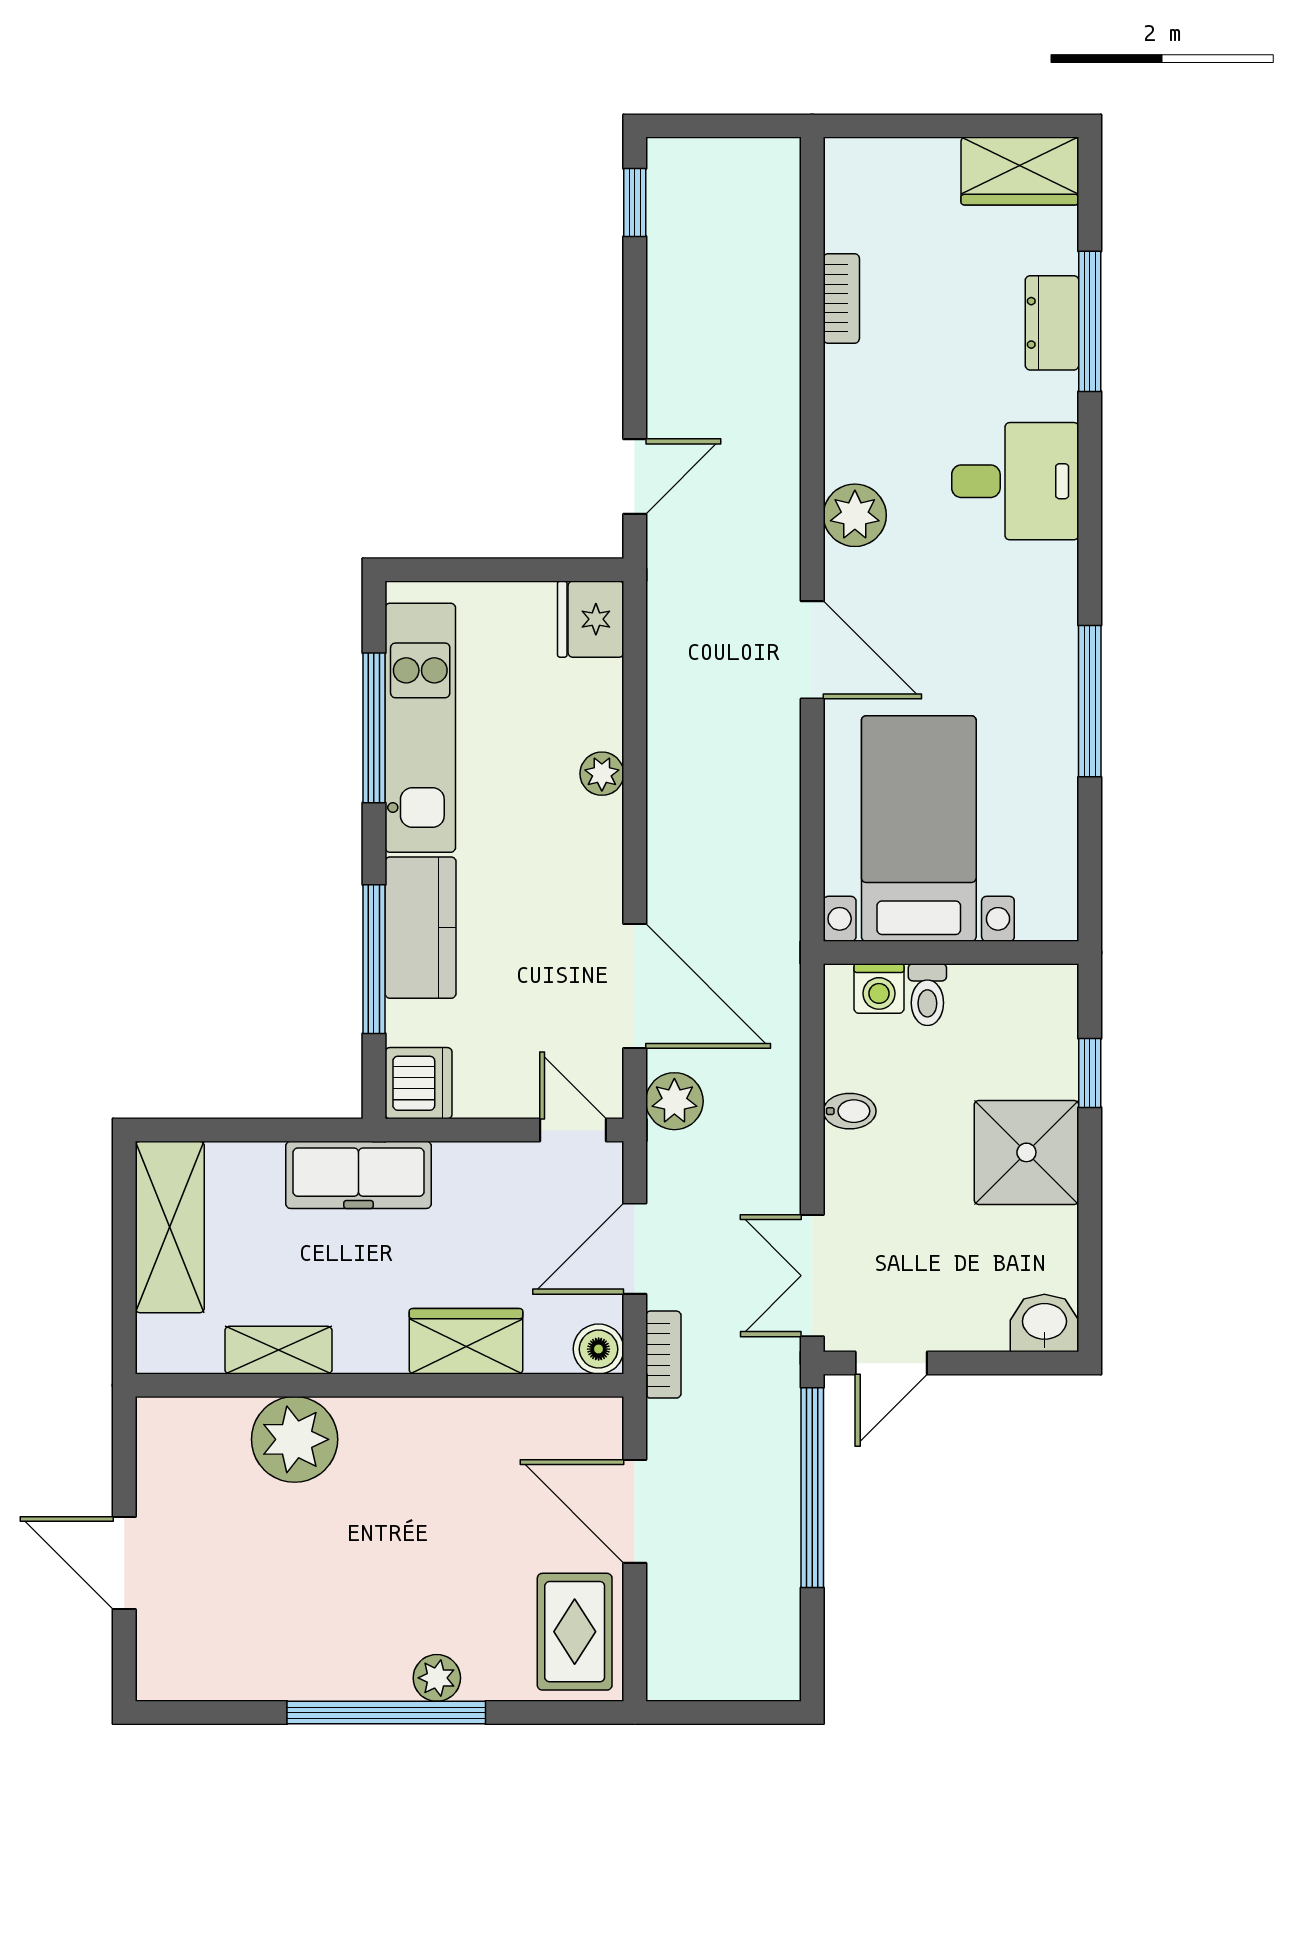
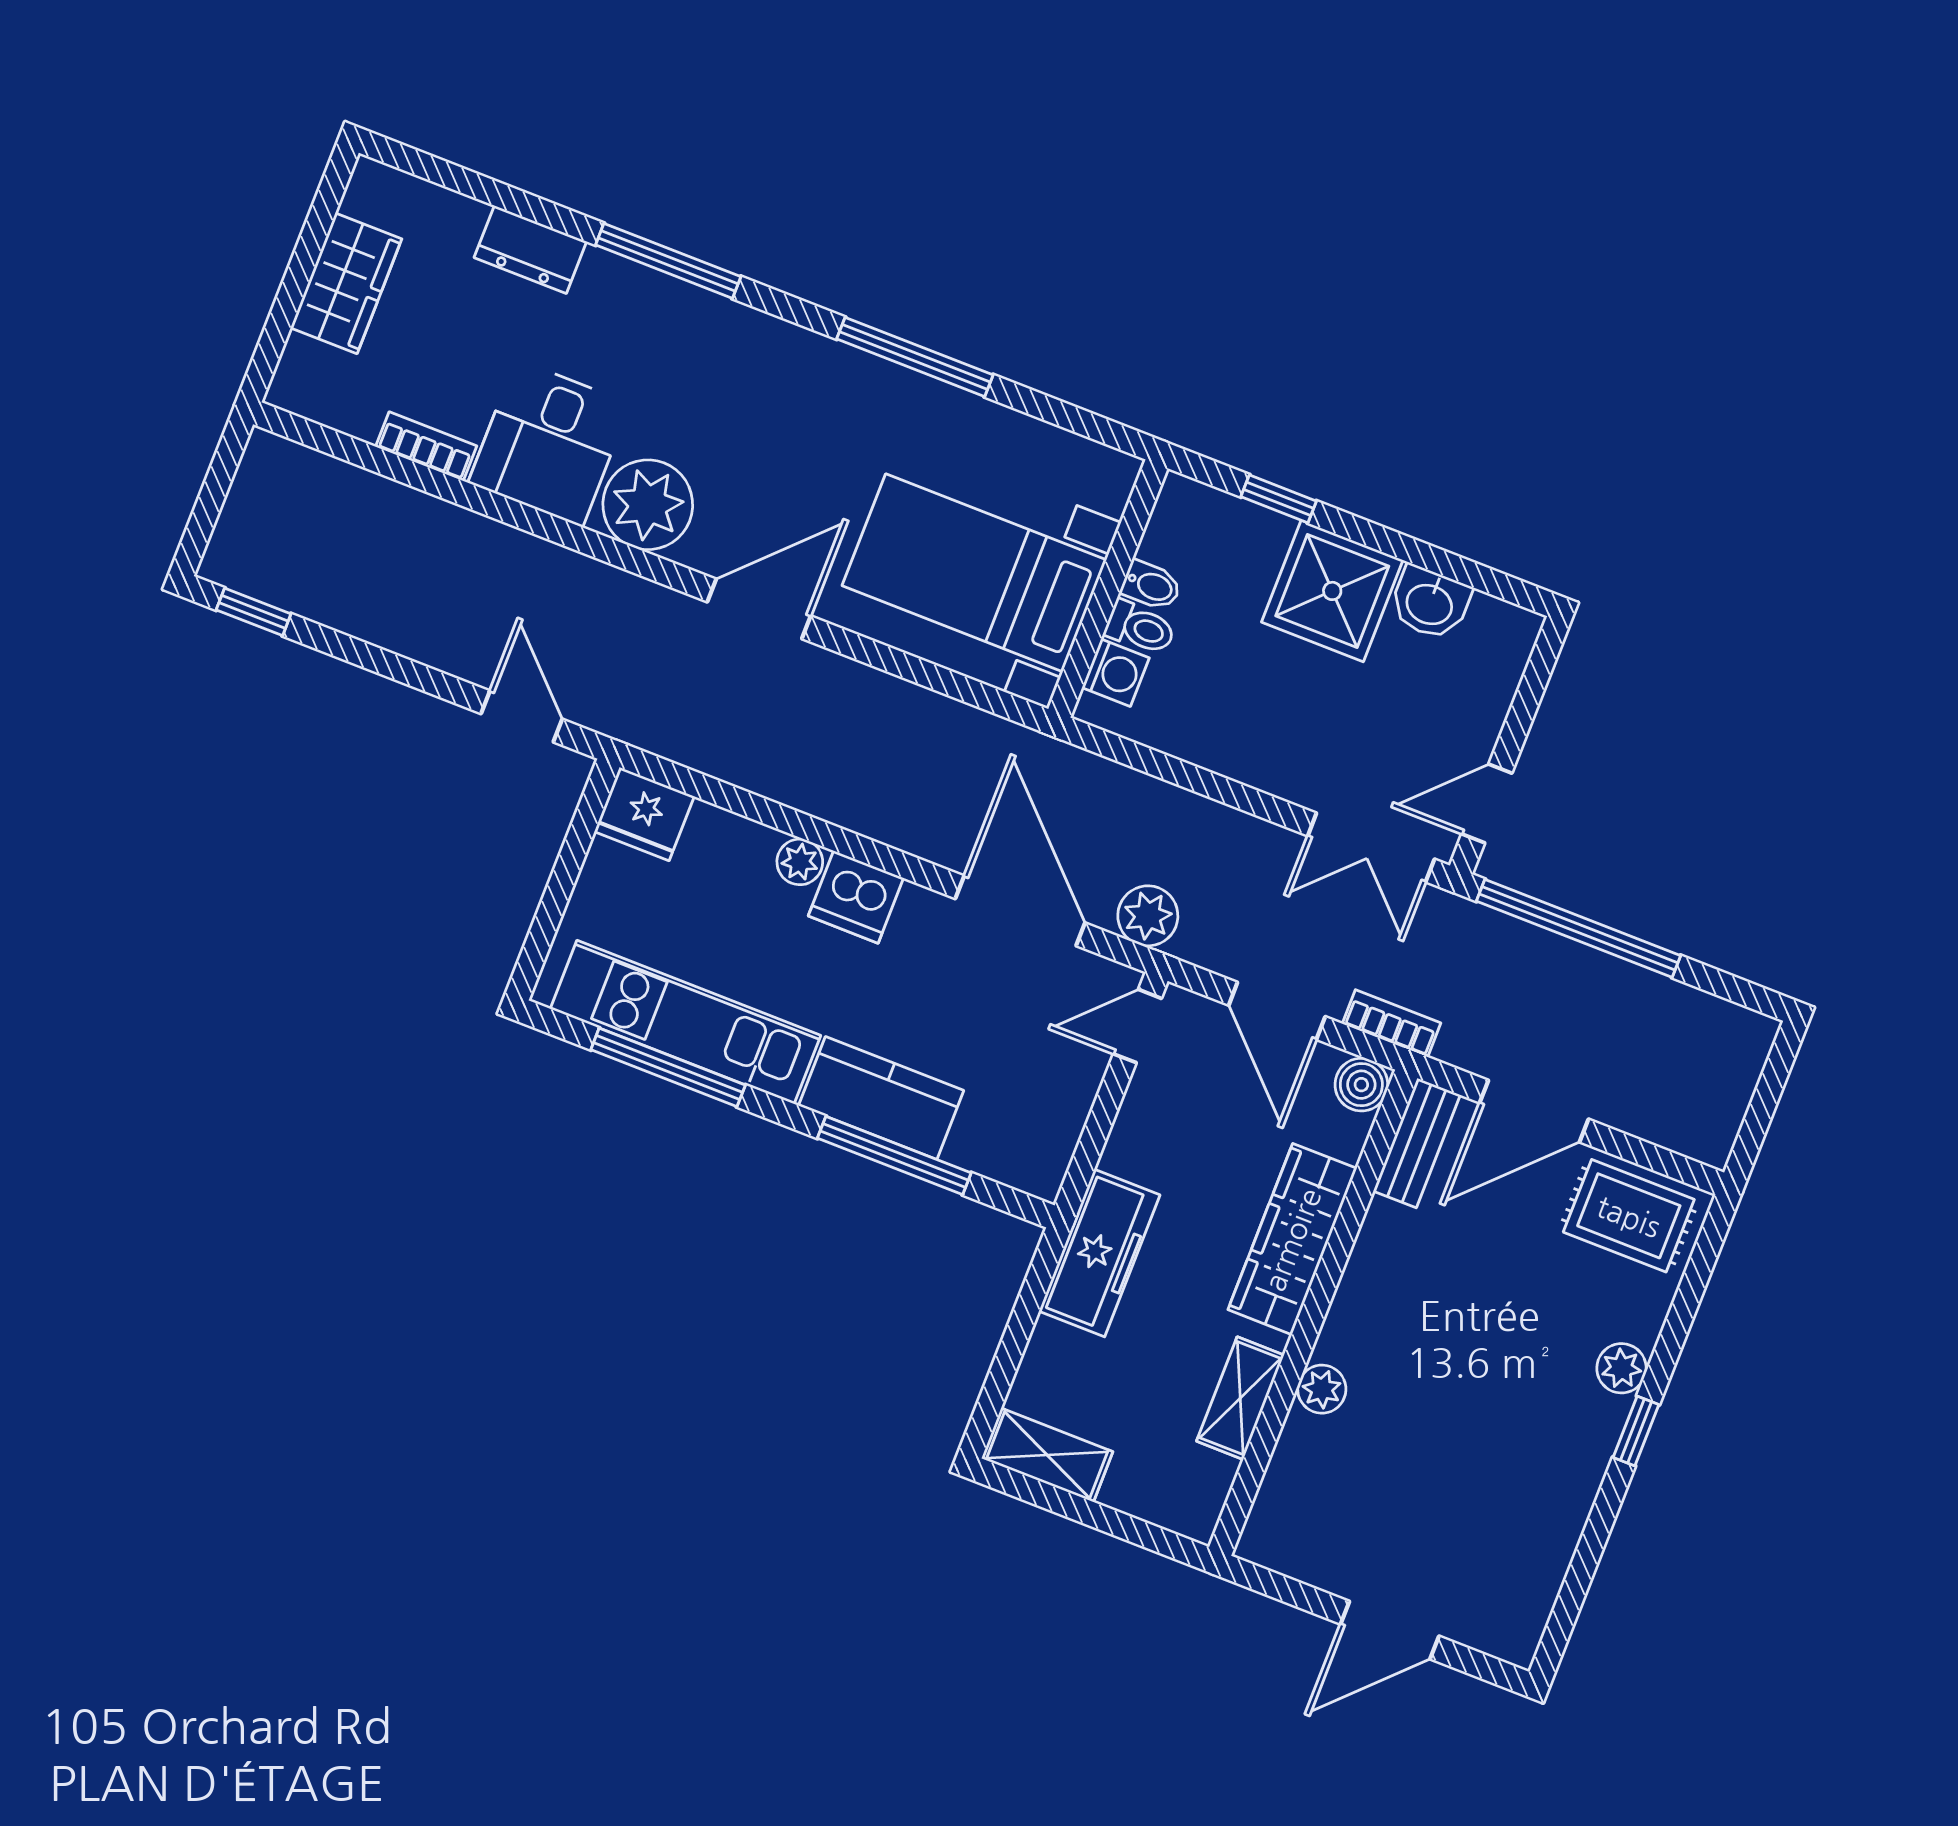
wardrobe: (1020, 171) -> (346, 283), moved
window: (1090, 321) -> (668, 261), moved
desk: (1015, 481) -> (549, 443), moved, turned 180
plant: (855, 515) -> (648, 505), width x1.36, depth x1.36
door: (635, 986) -> (1020, 911), hinge flipped
dishwasher: (419, 1083) -> (856, 897), moved, turned 180
bidet: (850, 1111) -> (1151, 585), moved, turned 90
shelving: (170, 1227) -> (1047, 1455), width x0.67, depth x0.75
washbasin: (1044, 1323) -> (1430, 603), moved, turned -90
wardrobe: (466, 1341) -> (1292, 1239), width x1.50
door: (891, 1363) -> (1487, 804), swing flipped
bench: (566, 1418) -> (1417, 1143), added
plant: (295, 1439) -> (1322, 1389), width x0.53, depth x0.53
window: (386, 1713) -> (1636, 1431), width x0.32

